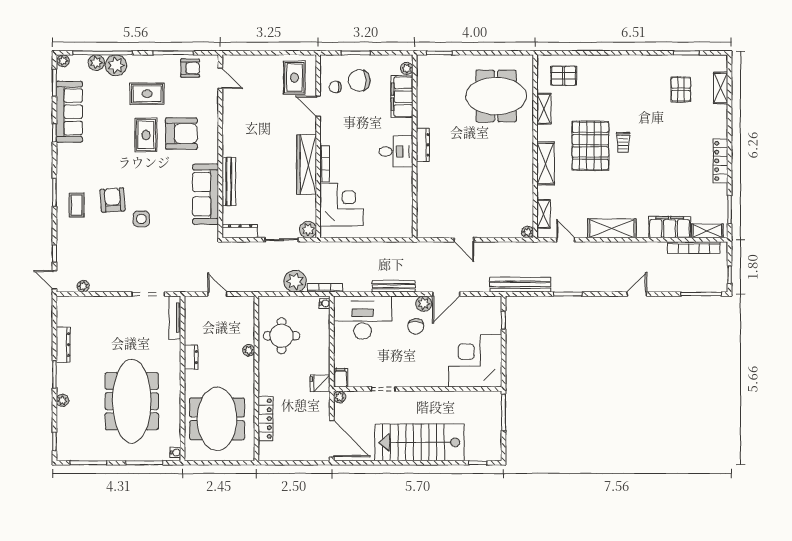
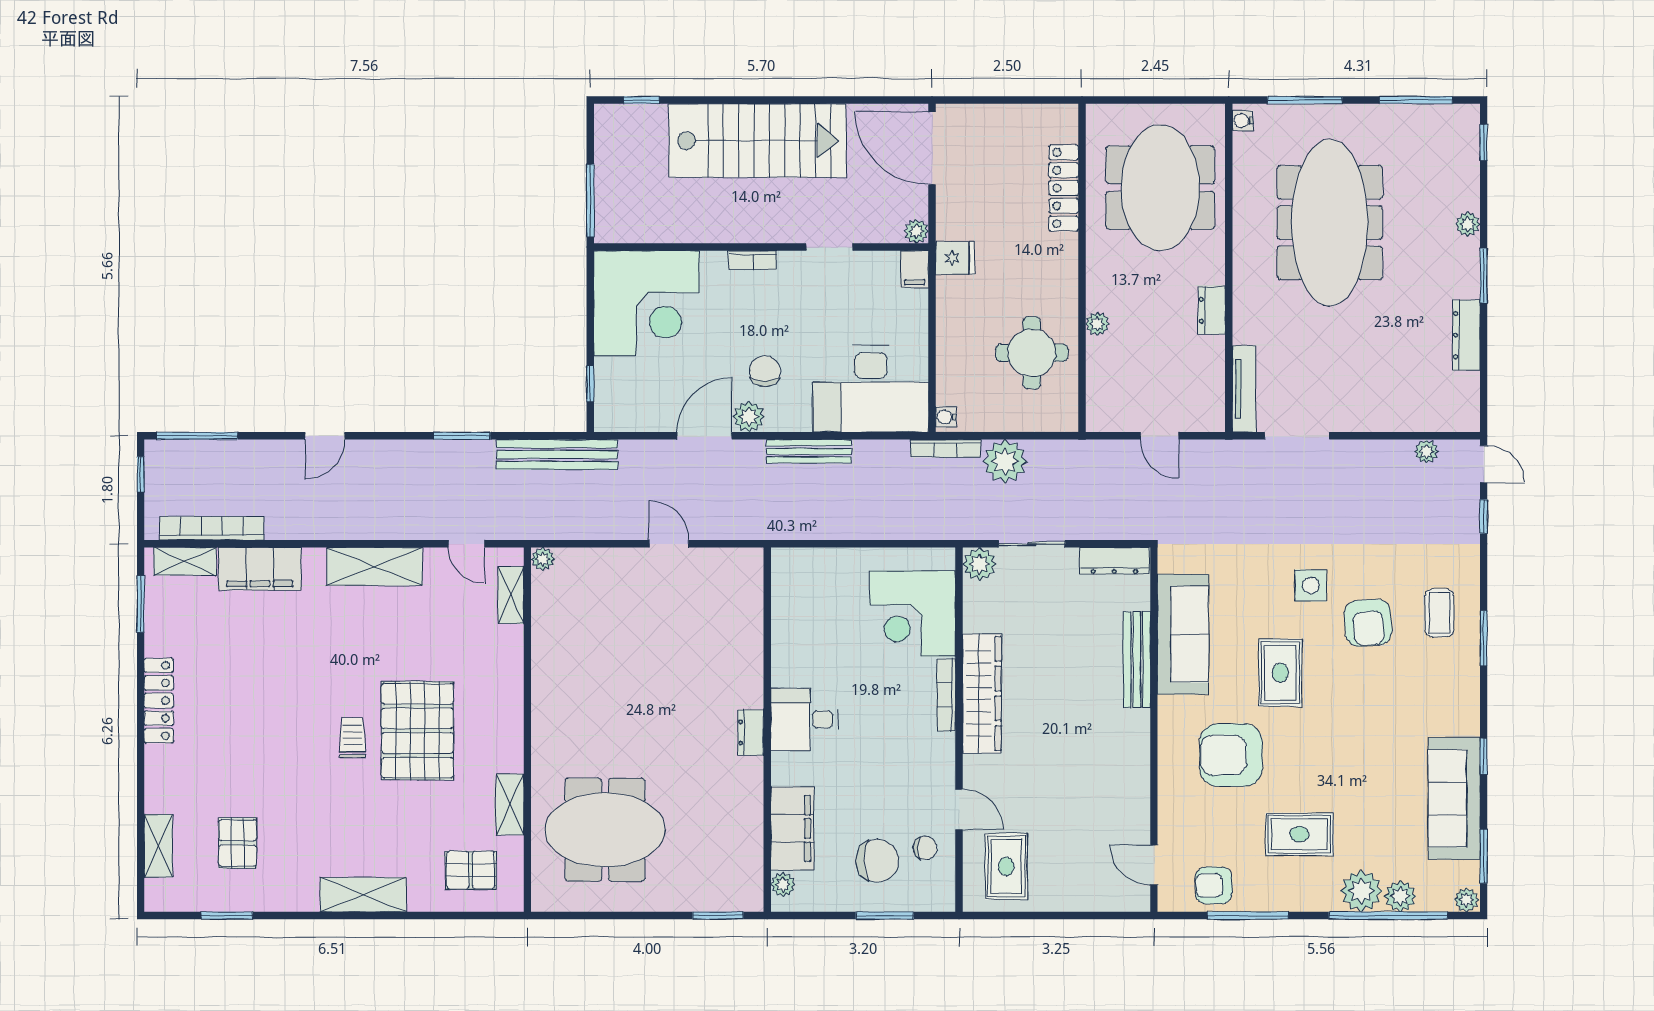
rug: (146, 135) -> (1280, 673), moved
dresser: (423, 145) -> (751, 732), width x0.70
shelving: (546, 163) -> (363, 895), moved, turned 90
bookcase: (422, 382) -> (753, 260), added

